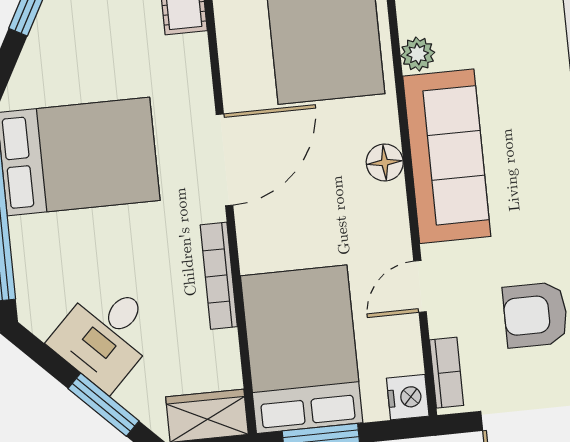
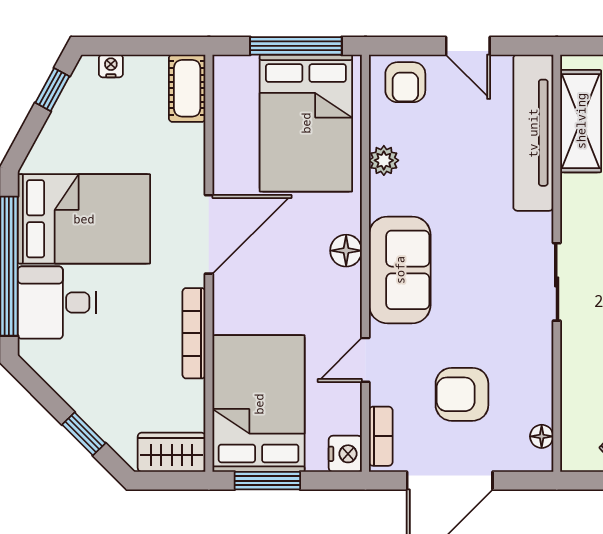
sofa: (447, 156) -> (400, 270), width x0.73
desk: (105, 335) -> (57, 303), moved, turned 45
window: (103, 405) -> (84, 434), width x0.67

